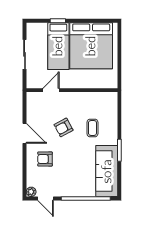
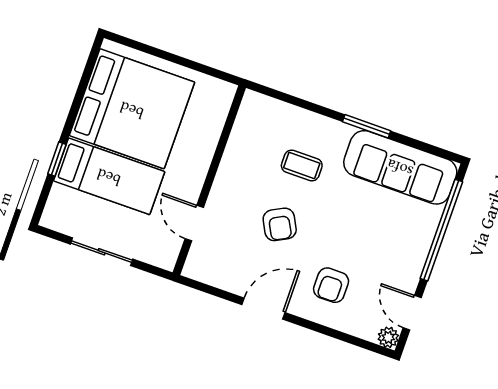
door: (45, 198) -> (412, 313), swing flipped

